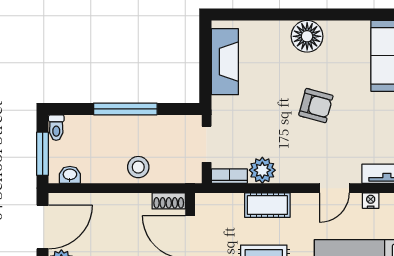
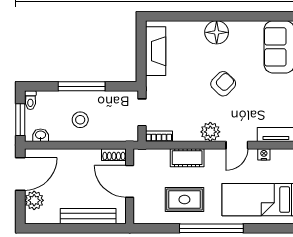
armchair: (316, 106) -> (223, 84), turned -61
stool: (138, 167) -> (80, 120), moved
plant: (262, 170) -> (210, 132), moved

